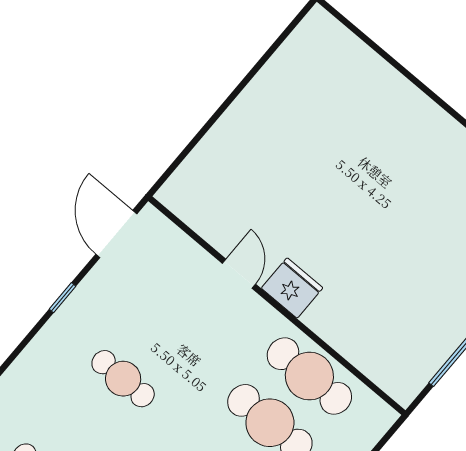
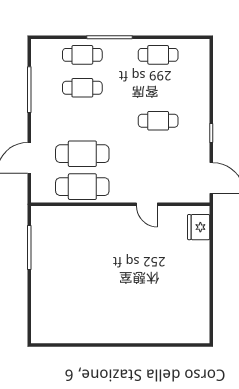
fridge: (292, 288) -> (199, 227), moved, turned 90

